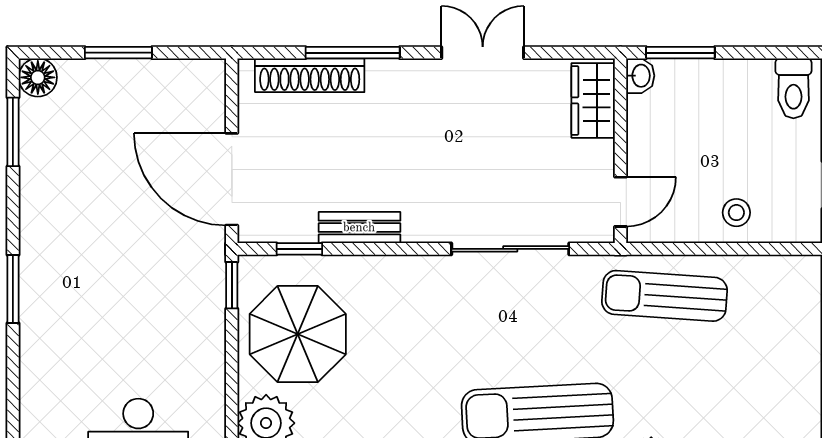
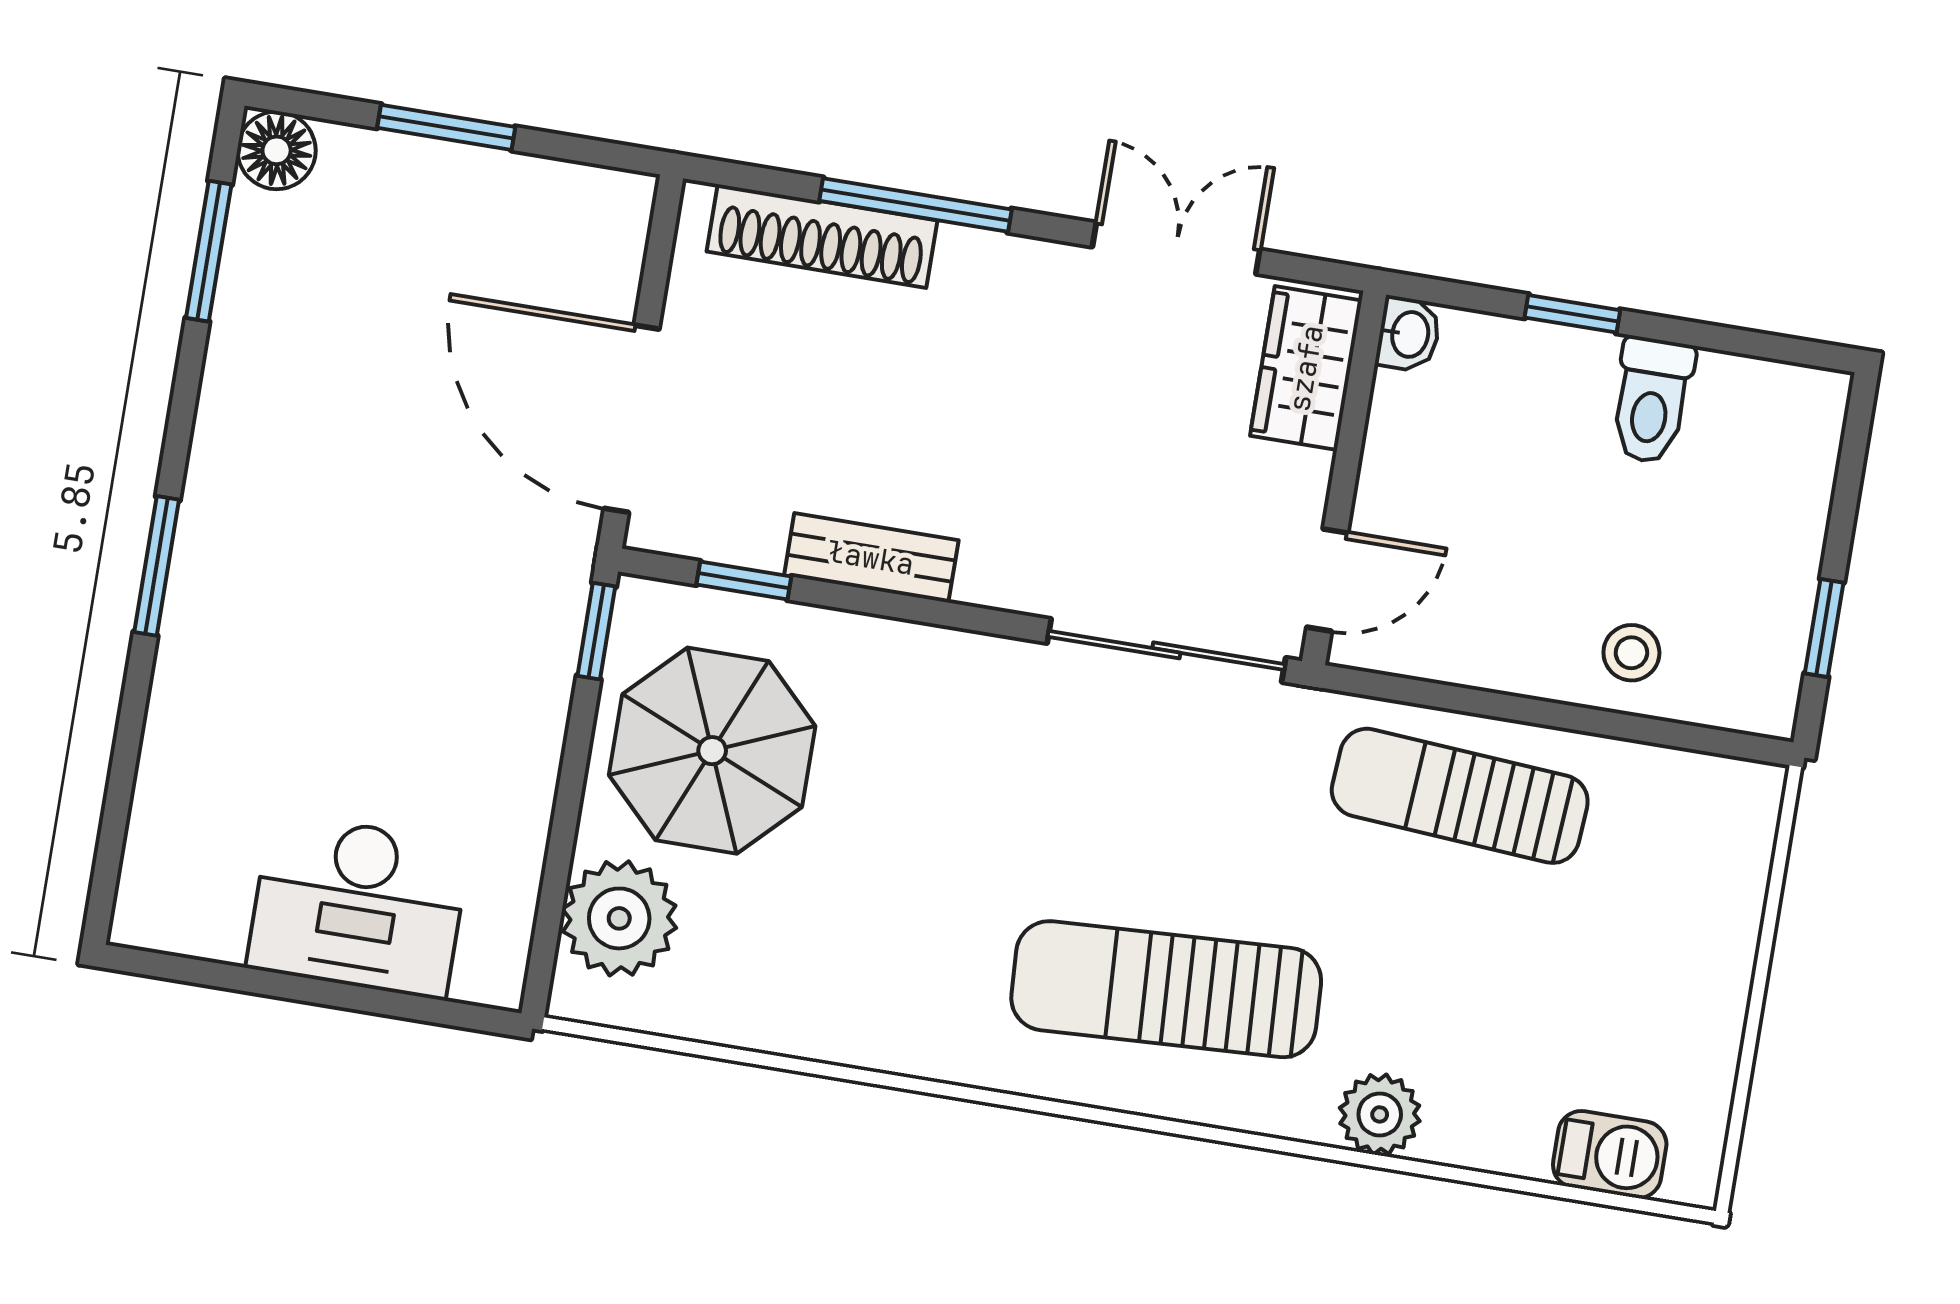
window: (680, 53) -> (1572, 314), width x0.67
washbasin: (640, 76) -> (1409, 334), moved
toilet: (793, 88) -> (1652, 400), moved
wardrobe: (593, 100) -> (1306, 368), moved
wall: (620, 151) -> (1344, 478), moved
door: (620, 202) -> (1327, 580), moved

